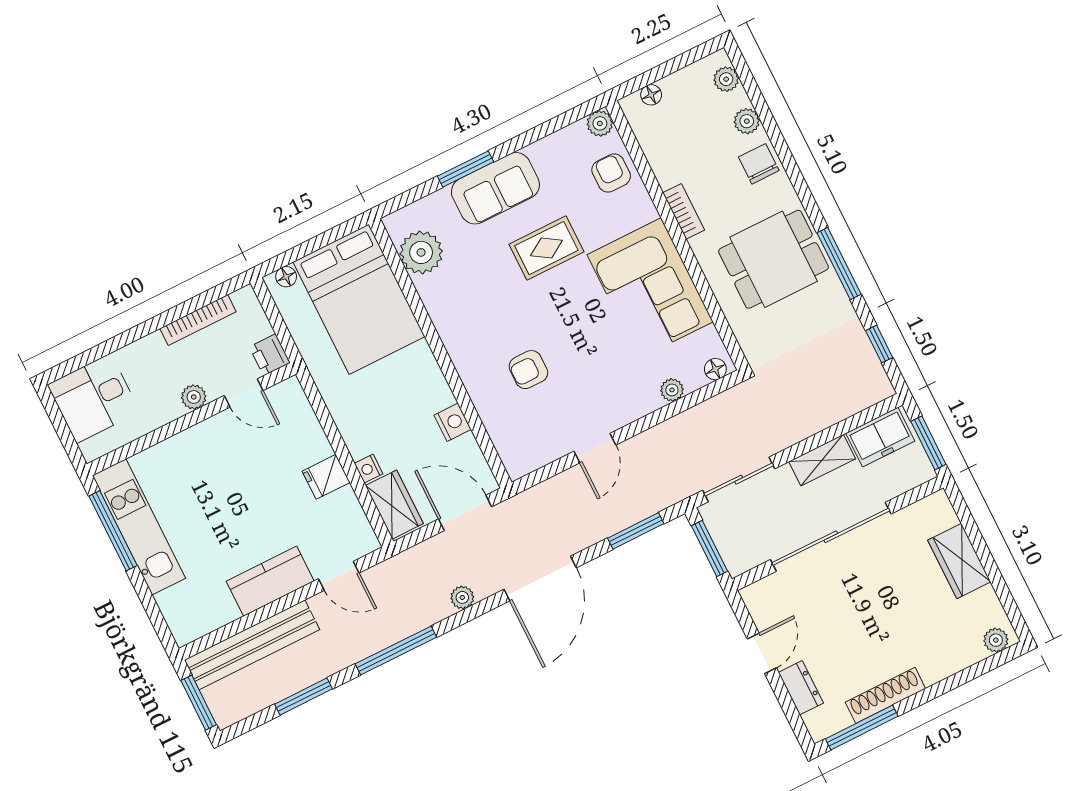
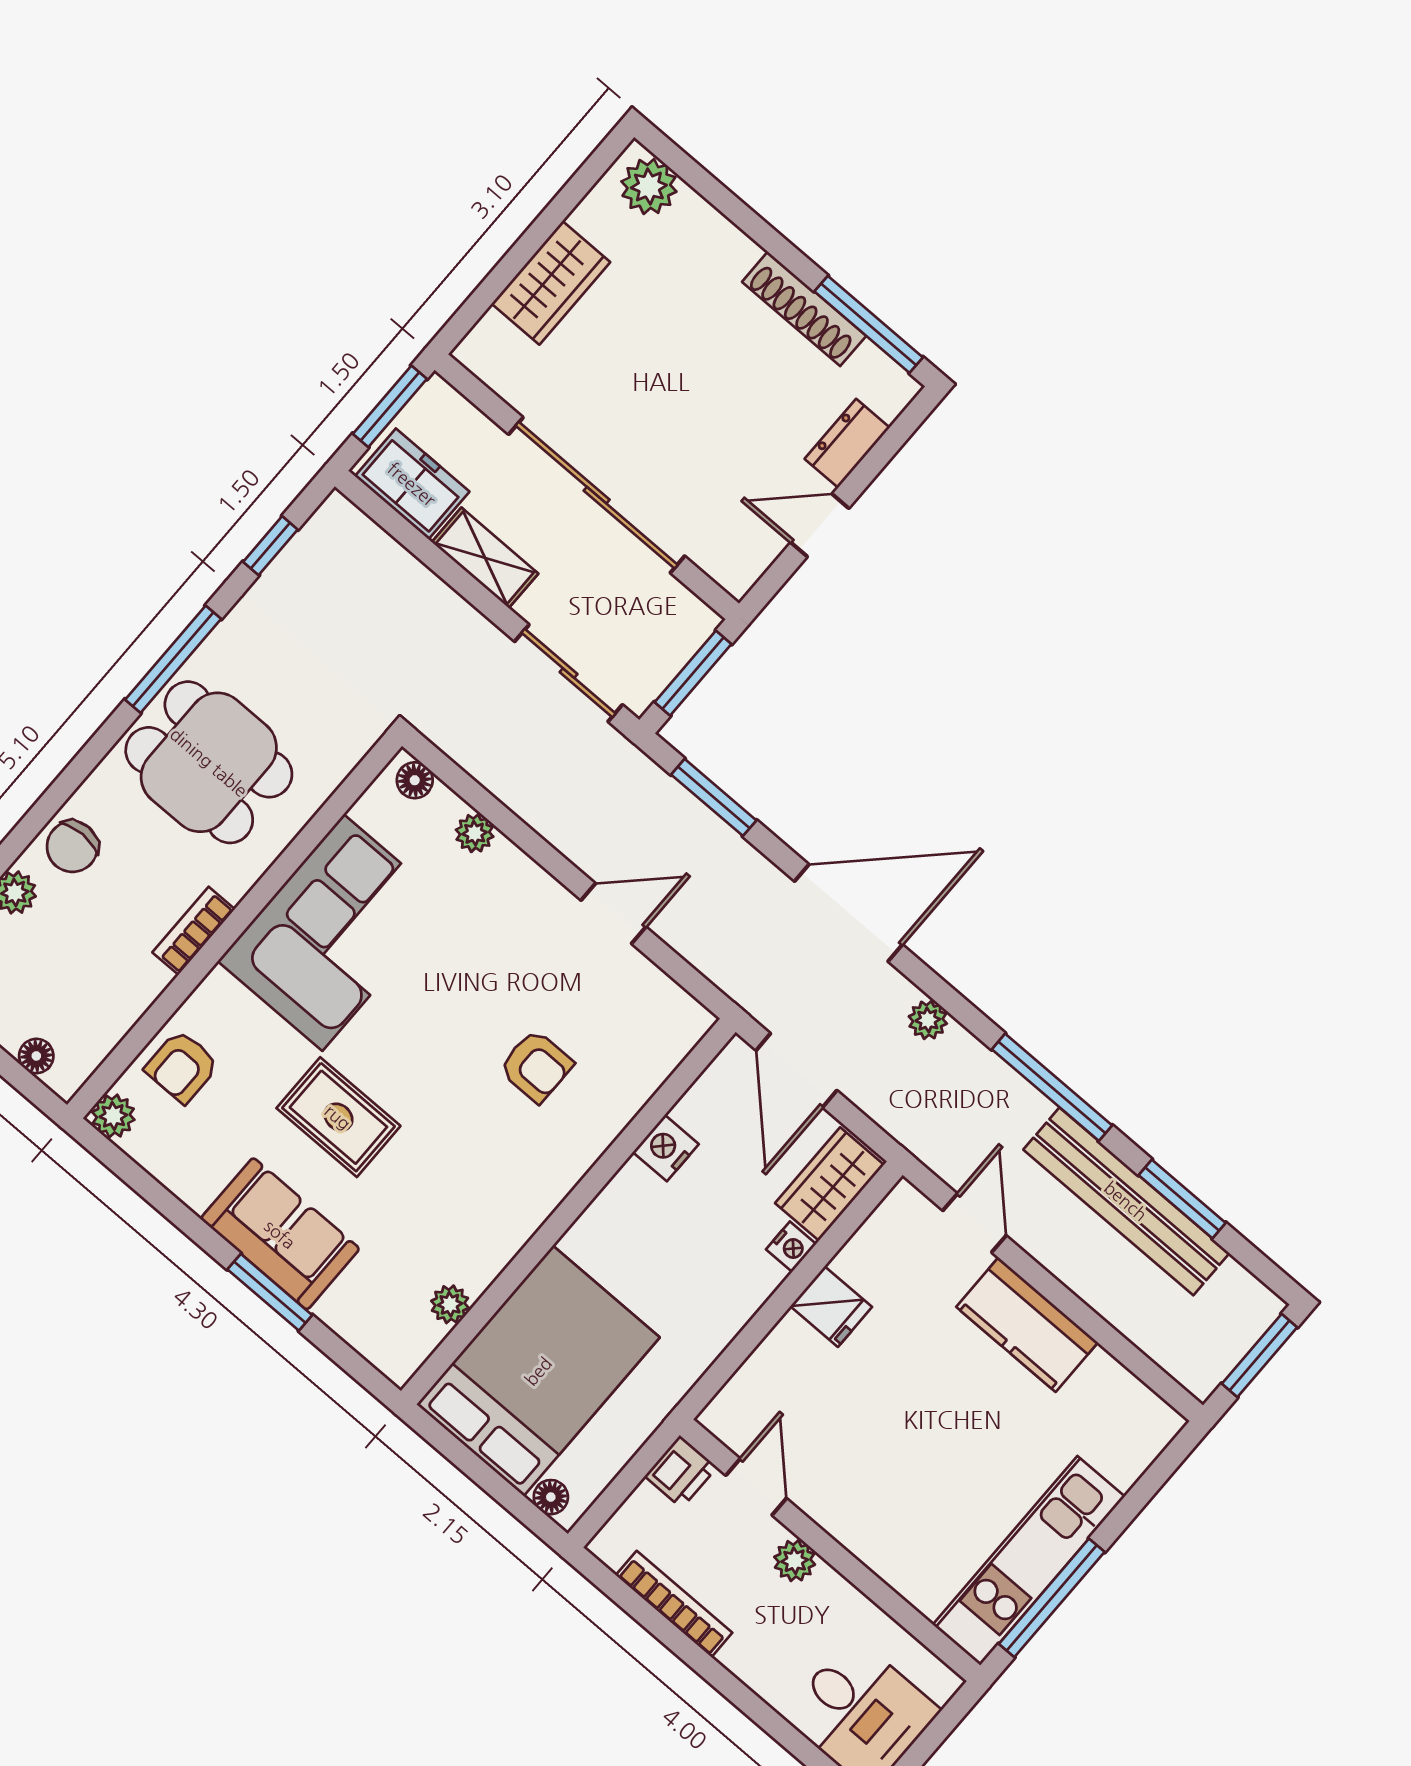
plant: (421, 252) -> (450, 1304), width x0.53, depth x0.53
plant: (996, 640) -> (649, 186), width x1.38, depth x1.38
bench: (252, 645) -> (1126, 1201), moved

